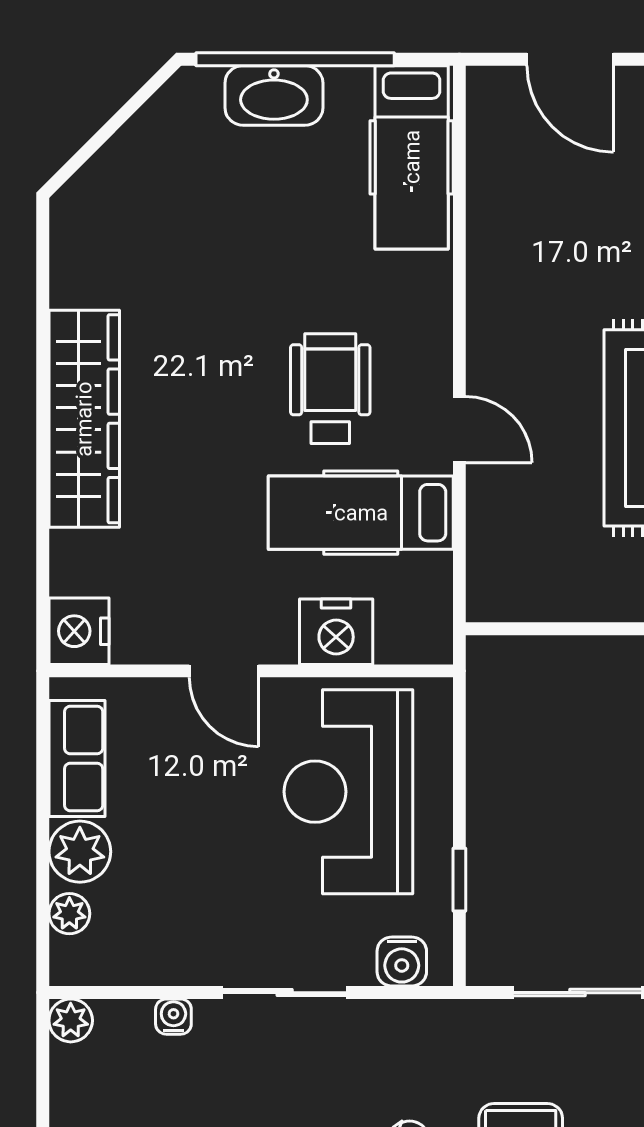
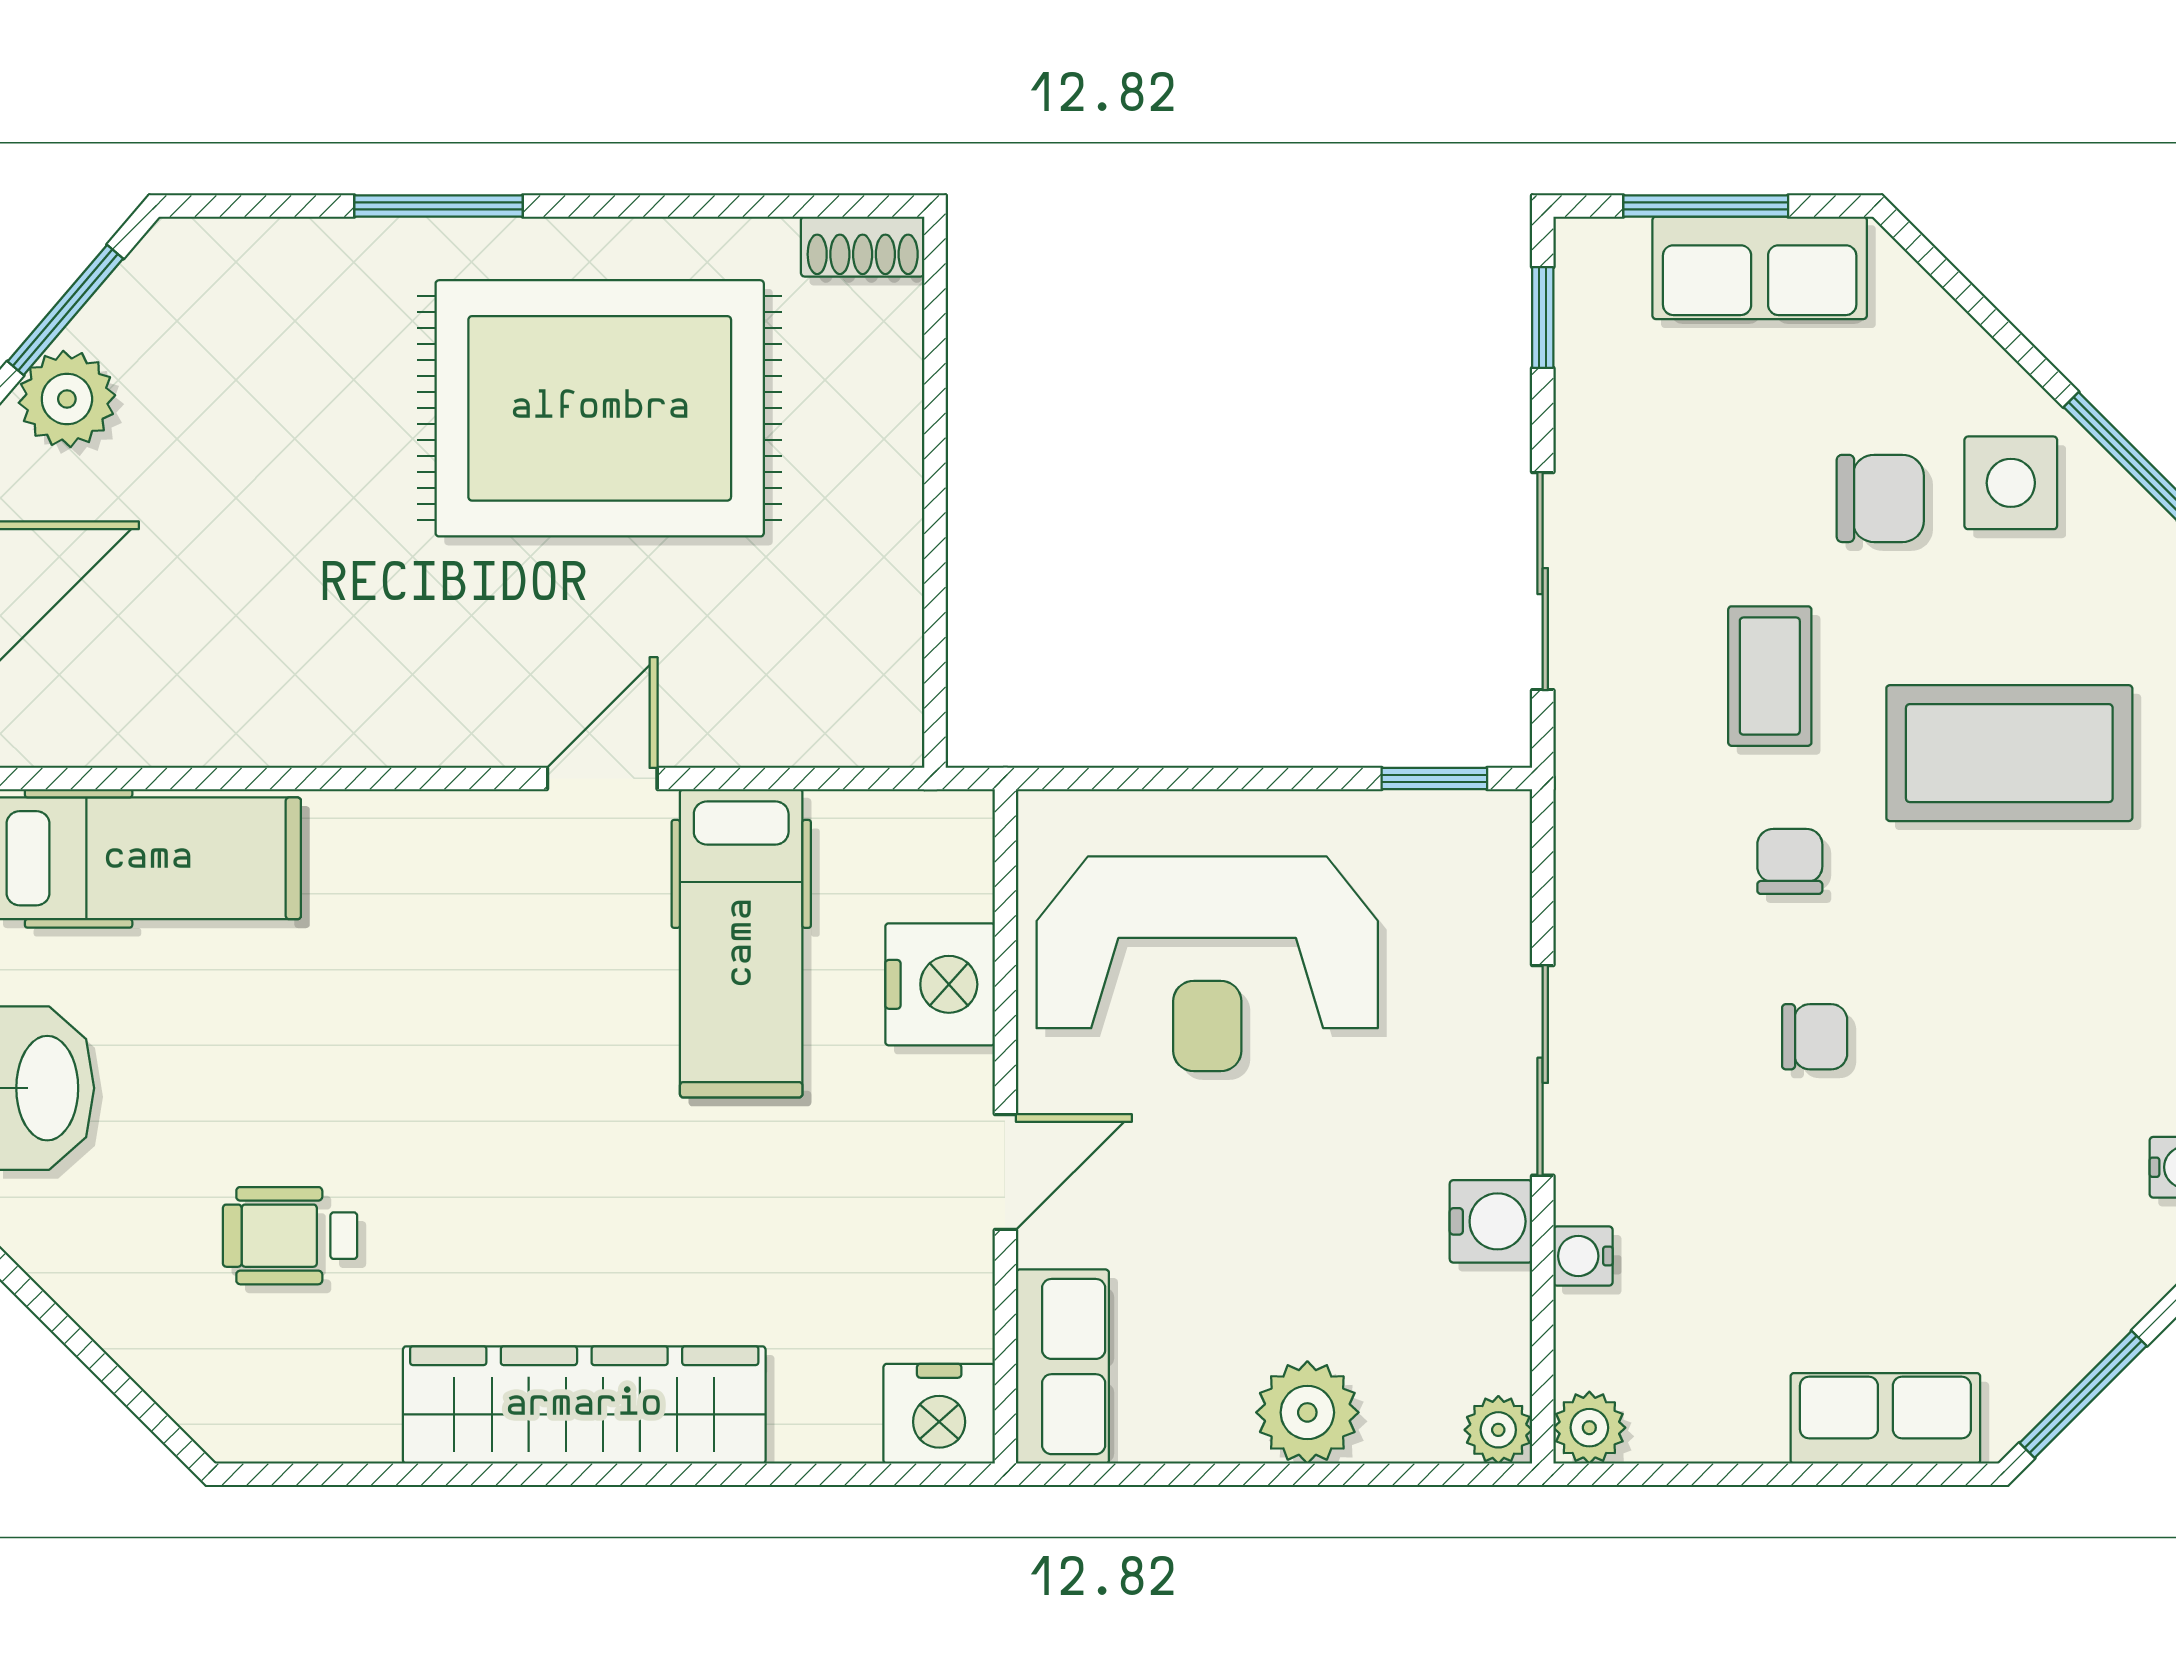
wheelchair: (330, 389) -> (290, 1236), moved, width x0.73, depth x0.73
row of seats: (77, 759) -> (1062, 1367), moved, turned 90
window: (459, 880) -> (1434, 778), moved
plant: (69, 914) -> (1498, 1430), moved
water cooler: (402, 962) -> (1491, 1221), moved

